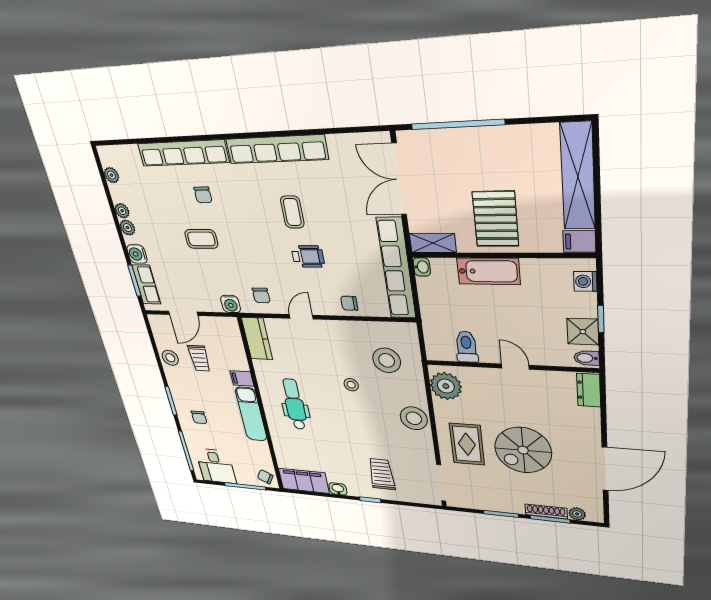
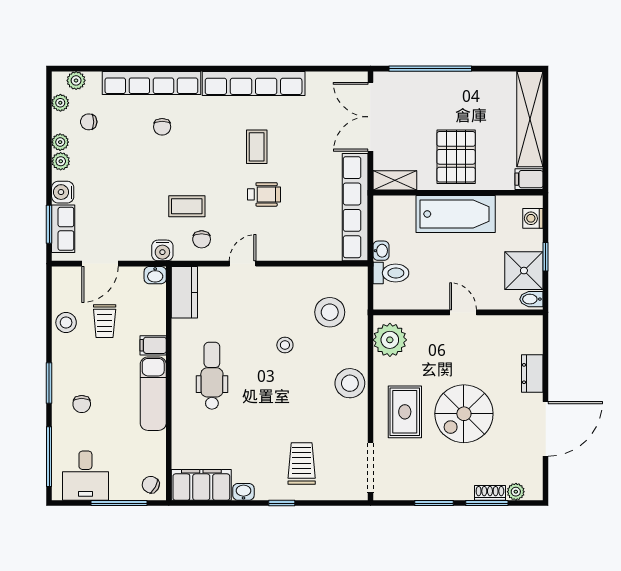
plant: (118, 154) -> (76, 80), added
coffee table: (201, 239) -> (187, 206), moved
washbasin: (422, 267) -> (381, 251), moved
bathtub: (488, 271) -> (456, 214), width x1.36, depth x1.36
chair: (349, 303) -> (89, 122), moved
washbasin: (230, 324) -> (155, 275), added
shower: (583, 332) -> (524, 271), width x1.36, depth x1.36
toilet: (466, 347) -> (391, 273), moved, turned 90
dresser: (589, 390) -> (532, 374), moved
shoe rack: (546, 511) -> (490, 493), width x0.70

